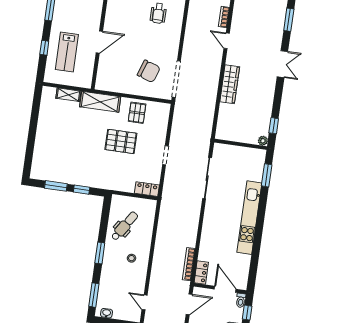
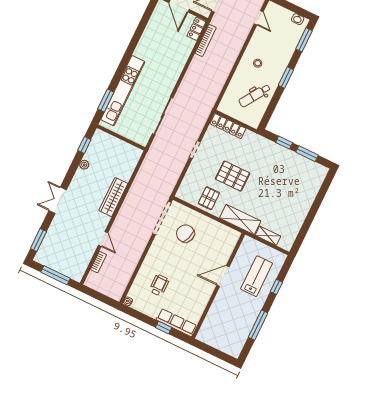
plant: (263, 141) -> (84, 165), moved
locker: (147, 189) -> (228, 126), width x1.53
kitchen unit: (249, 218) -> (123, 91), moved

